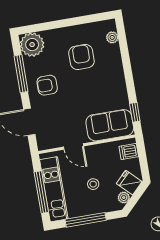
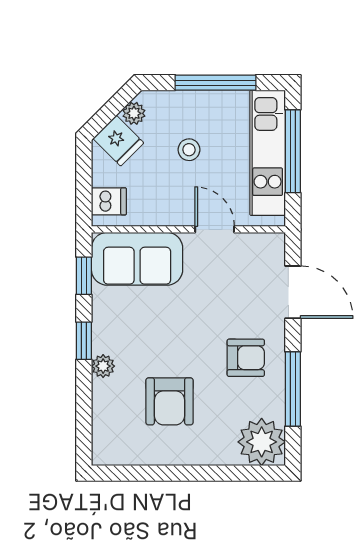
plant: (112, 37) -> (103, 366), moved
window: (129, 80) -> (84, 341), added

